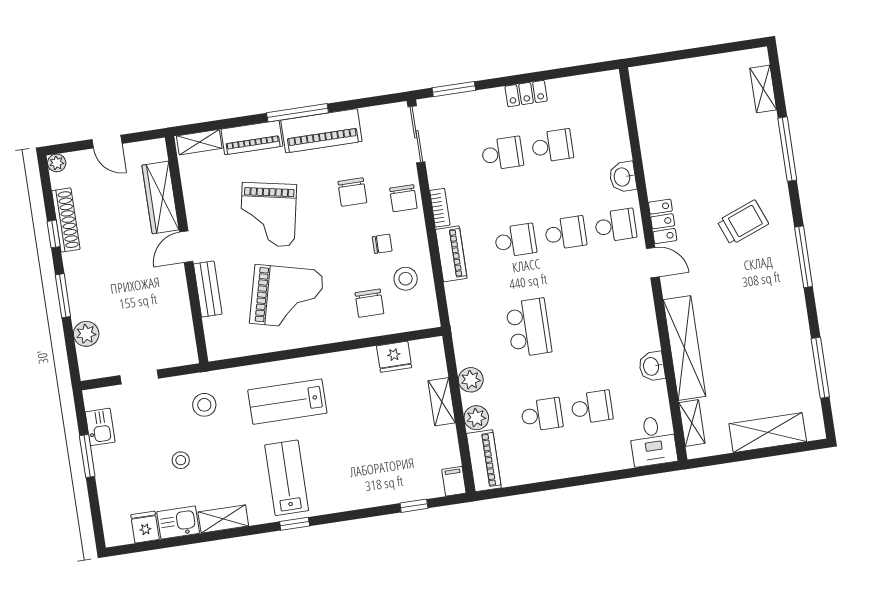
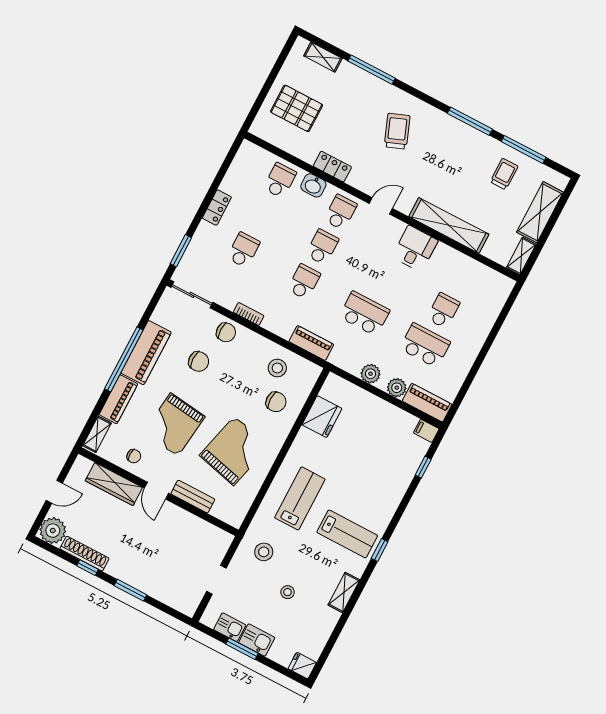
pallet: (690, 101) -> (297, 108), added
window: (298, 113) -> (124, 359), width x1.46
school desk: (552, 146) -> (280, 180), moved
plant: (57, 163) -> (53, 531), width x1.88, depth x1.88
grand piano: (268, 215) -> (174, 424), turned 86
locker: (663, 221) -> (332, 167), moved
chair: (382, 244) -> (134, 456), moved, turned 90
piano: (451, 254) -> (311, 343), moved
window: (804, 257) -> (470, 121), moved
plant: (86, 334) -> (165, 593), removed
fridge: (394, 357) -> (322, 417), width x1.36, depth x1.34
washbasin: (652, 366) -> (445, 254), removed
trolley: (780, 366) -> (504, 174), added
lab bench: (287, 402) -> (300, 498), turned 180
shelving: (442, 402) -> (371, 402), removed
school desk: (542, 415) -> (425, 345), width x1.85
shelving: (692, 423) -> (521, 256), moved, turned 90
desk: (653, 441) -> (415, 249), moved, turned -90
lab bench: (287, 478) -> (347, 534), turned 180
kitchen sink: (178, 522) -> (257, 640), moved, turned 90
fridge: (145, 527) -> (302, 666), moved

